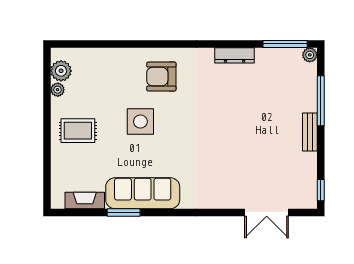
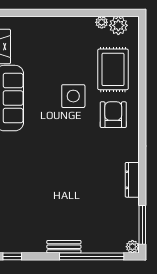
window: (321, 101) -> (92, 256), width x1.46
rug: (78, 131) -> (113, 69), moved, width x1.36, depth x1.43

